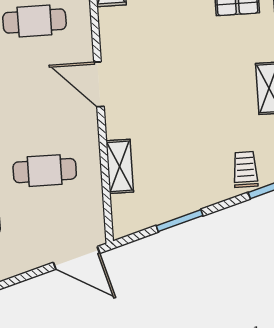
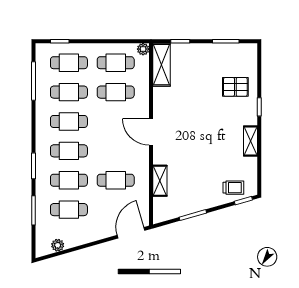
trolley: (245, 169) -> (233, 188), turned 90
door: (77, 258) -> (131, 233), swing flipped

